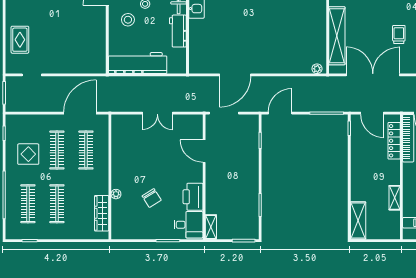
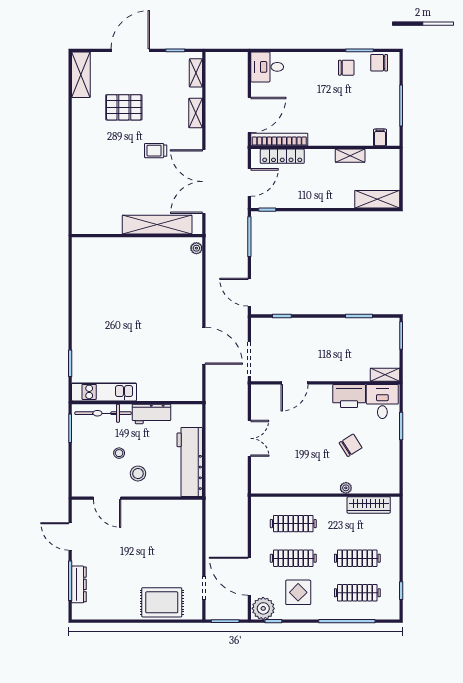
rug: (20, 40) -> (162, 602), width x1.36, depth x1.43
door: (80, 113) -> (249, 576), moved
plant: (15, 125) -> (263, 608), added

